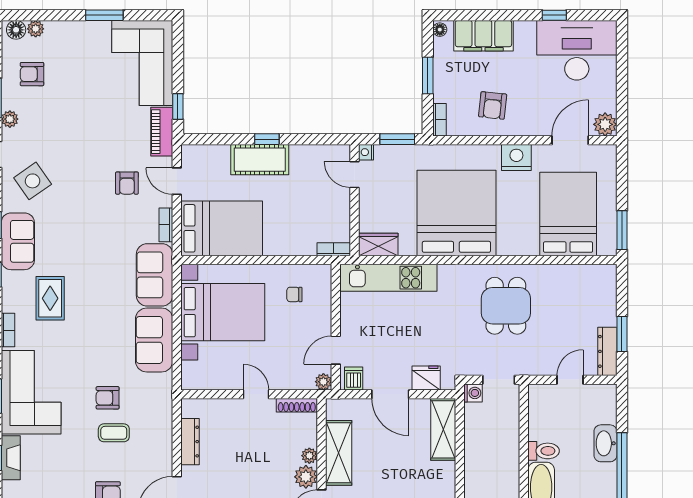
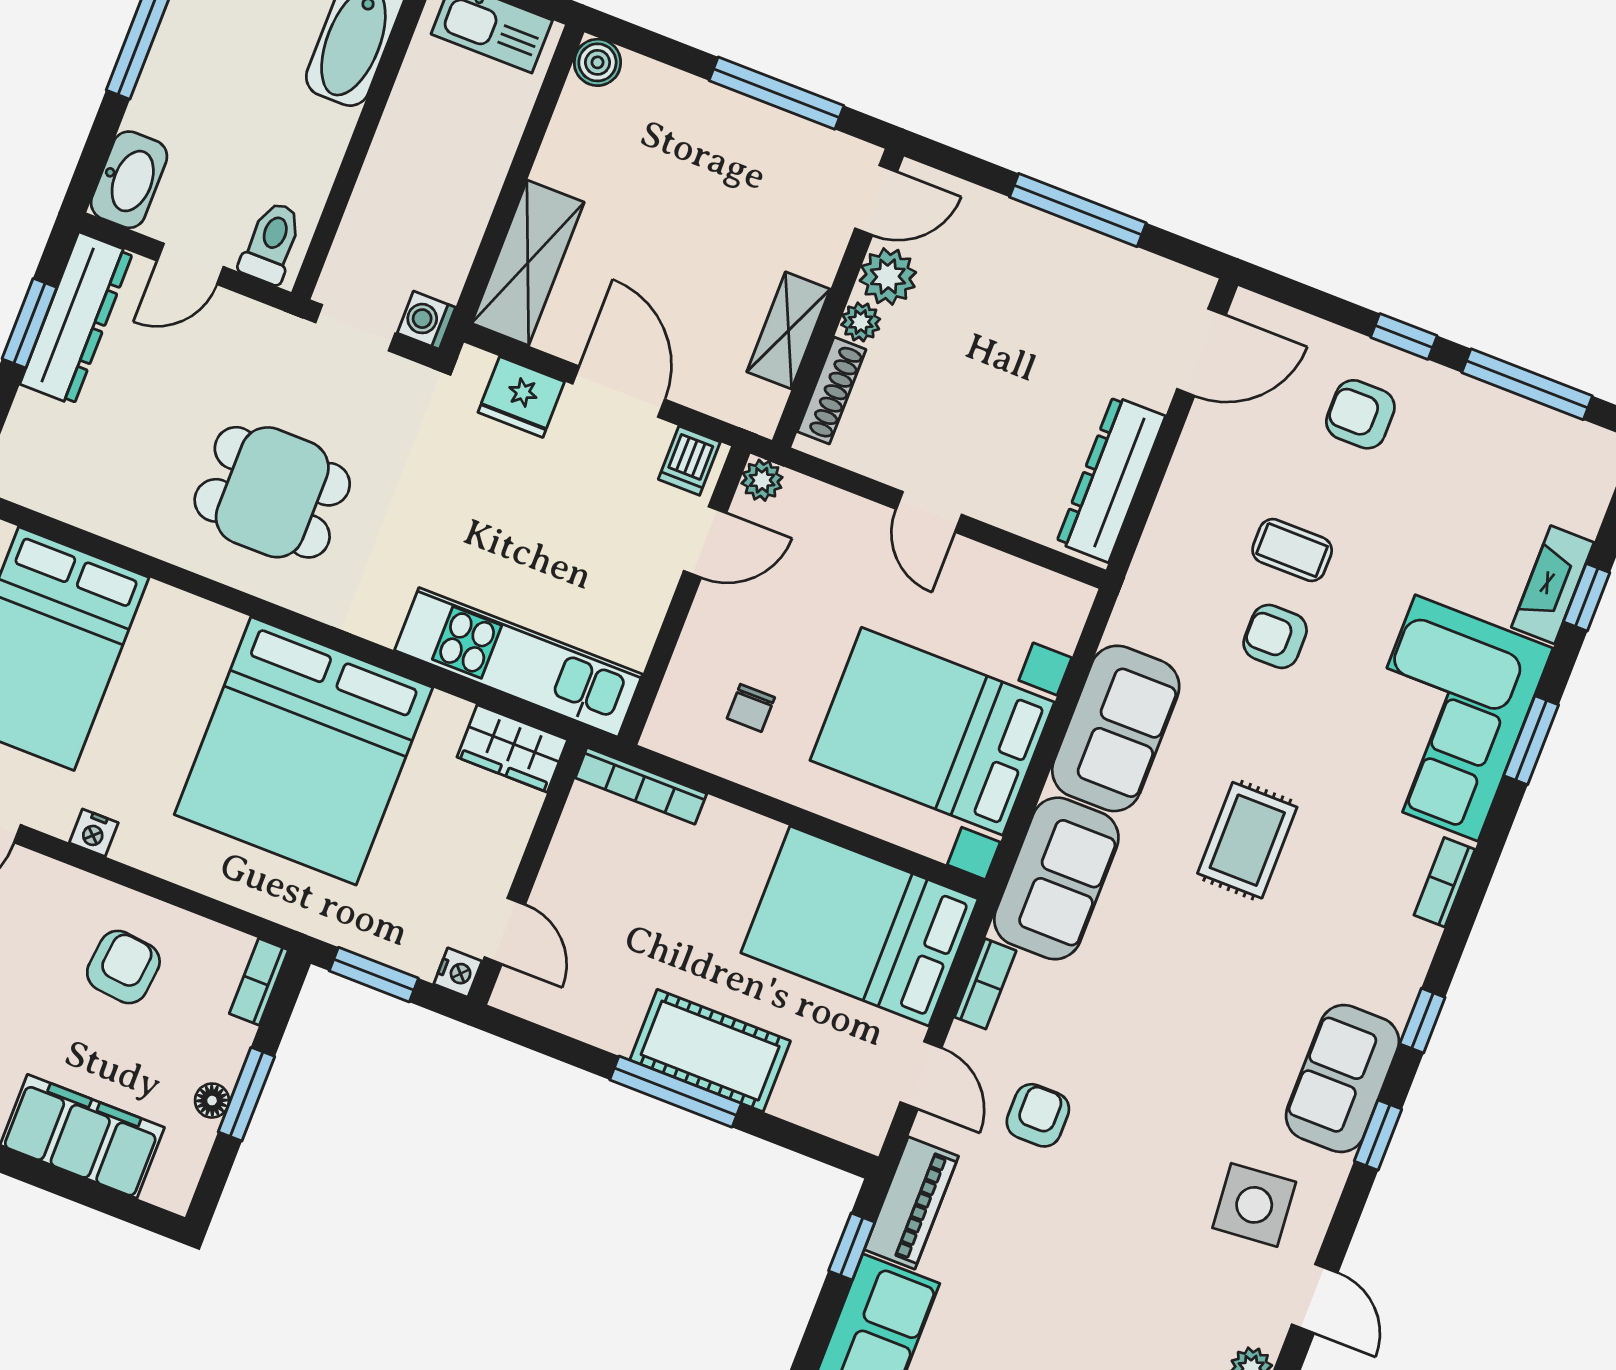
floor lamp: (440, 30) -> (212, 1101), moved
window: (267, 139) -> (675, 1092), width x2.17
nightstand: (516, 157) -> (94, 833), width x0.53, depth x0.56
side table: (33, 181) -> (1254, 1205), turned 30
bookcase: (334, 249) -> (641, 786), width x1.56
chair: (294, 294) -> (751, 708), turned 90
rug: (50, 298) -> (1247, 840), moved
dining table: (506, 306) -> (272, 492), turned 90
dresser: (607, 351) -> (76, 318), width x1.37, depth x1.24
armchair: (108, 398) -> (1275, 636), turned 180
shoe rack: (297, 405) -> (832, 391), moved, turned 90
dresser: (190, 442) -> (1111, 479), width x1.37, depth x1.24
washbasin: (605, 443) -> (129, 180), moved
toilet: (544, 451) -> (271, 243), moved, turned 90
shelving: (339, 453) -> (789, 330), width x0.67, depth x0.75

